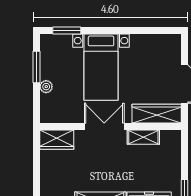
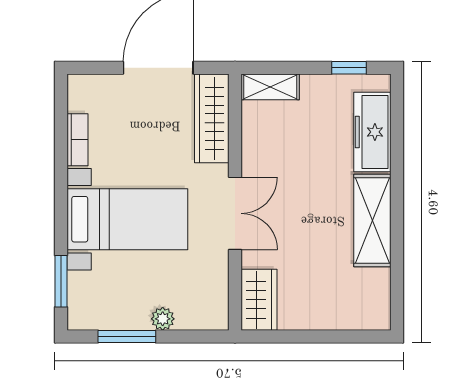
bookcase: (145, 40) -> (78, 140), added
double door: (104, 127) -> (235, 213), swing flipped
shelving: (143, 137) -> (270, 87), moved, turned 90

